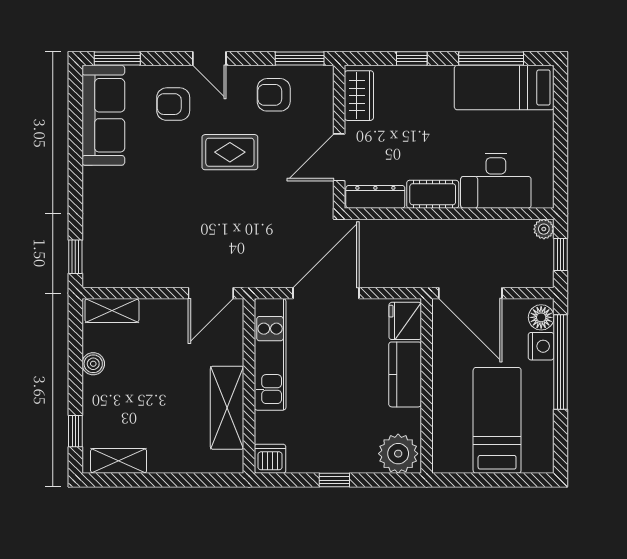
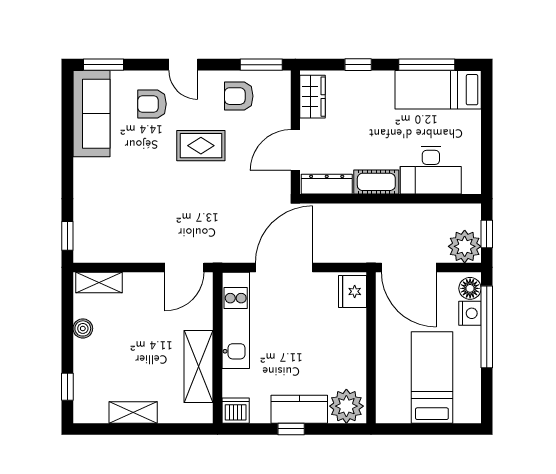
plant: (544, 229) -> (465, 246), moved, width x1.87, depth x1.87
kitchen counter: (405, 374) -> (299, 409), moved, turned 90
shelving: (119, 461) -> (133, 412), moved

